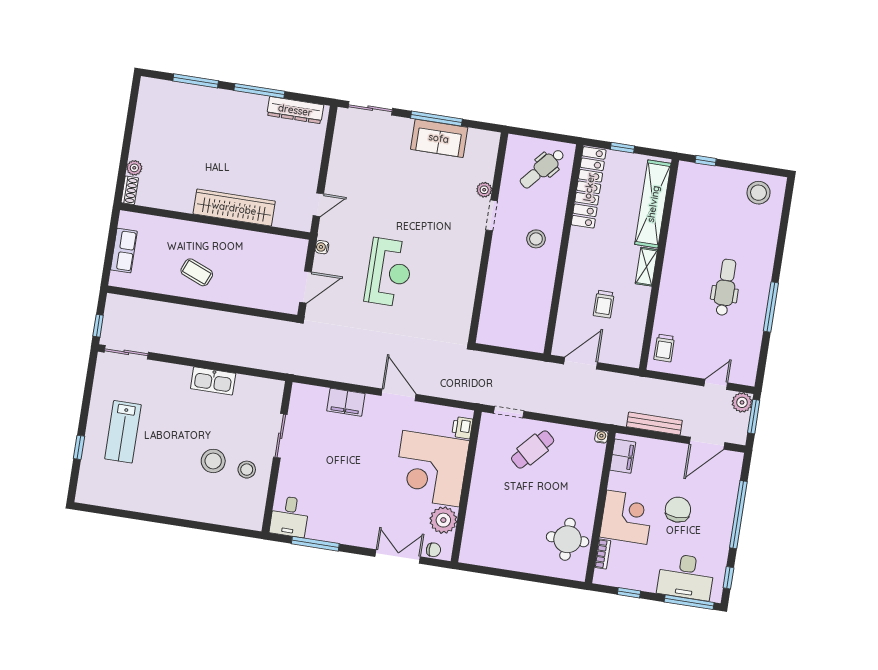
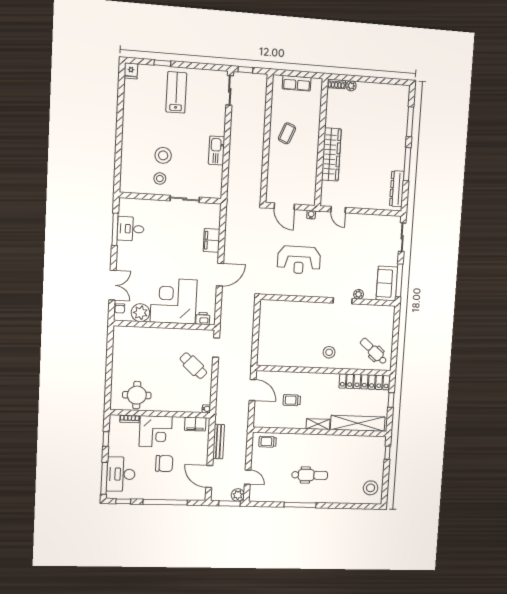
plant: (484, 190) -> (359, 294), moved
doorway: (492, 215) -> (343, 301), moved
wall: (488, 238) -> (328, 300), moved
lab bench: (123, 432) -> (176, 92), turned 90
fridge: (87, 495) -> (131, 71), added
desk: (289, 516) -> (131, 229), moved

